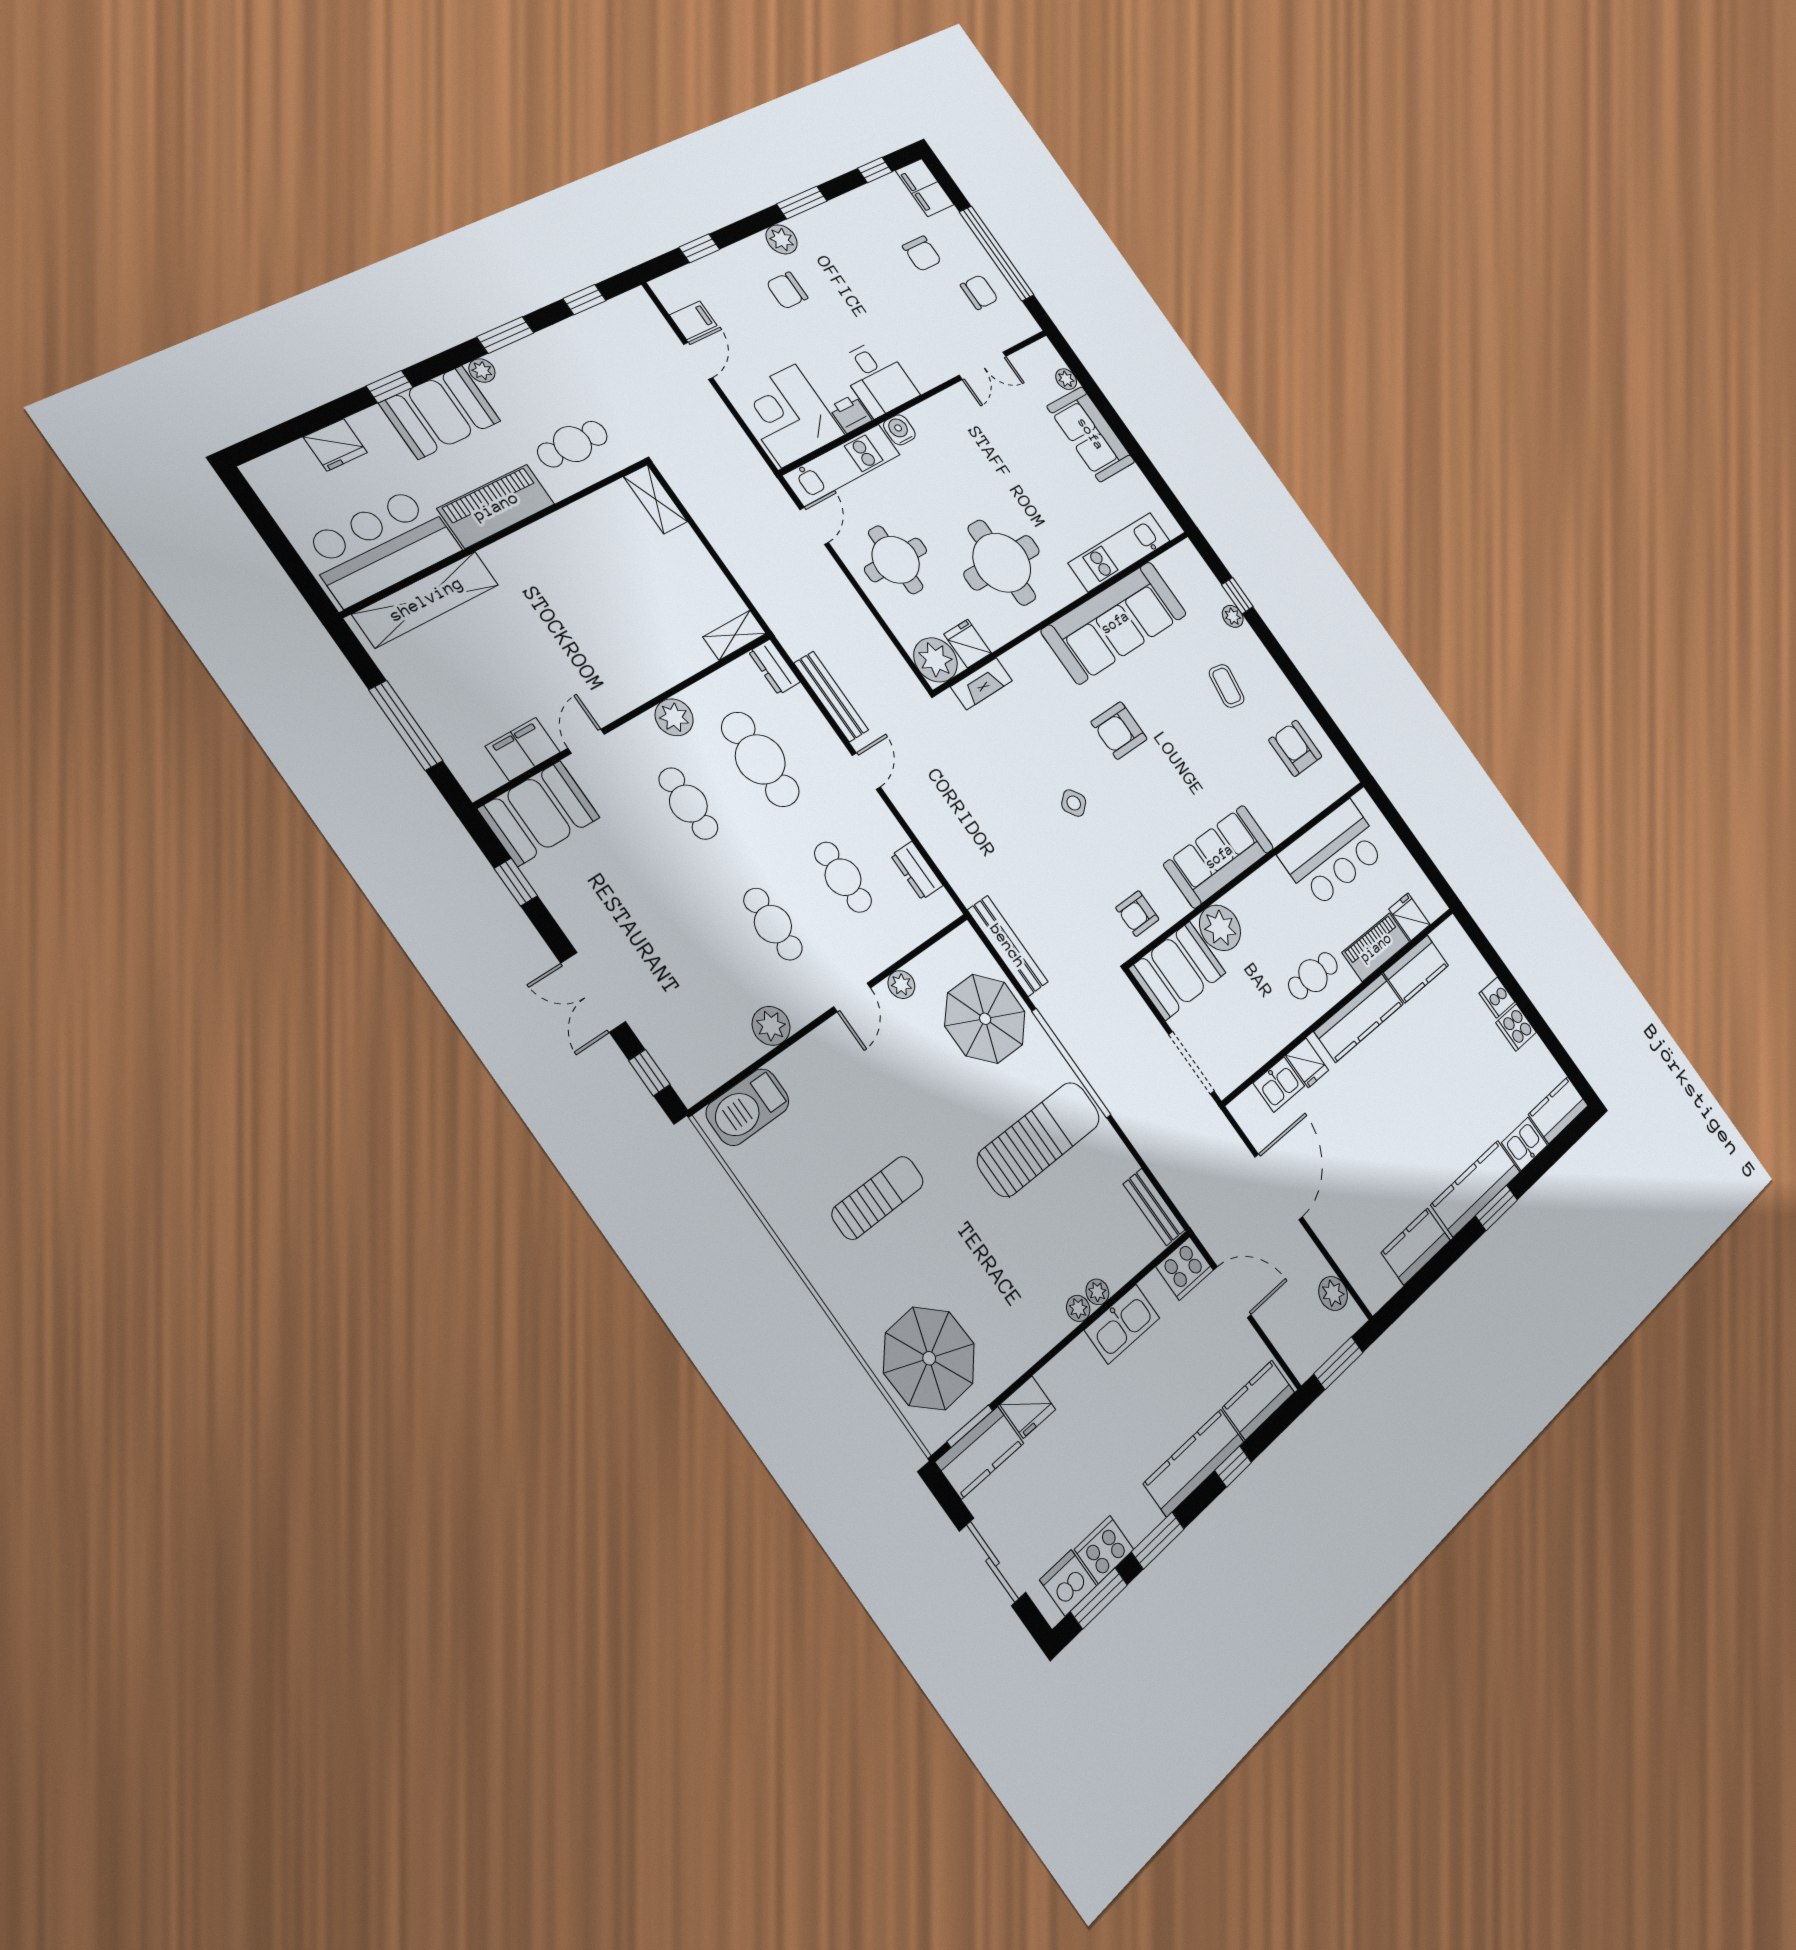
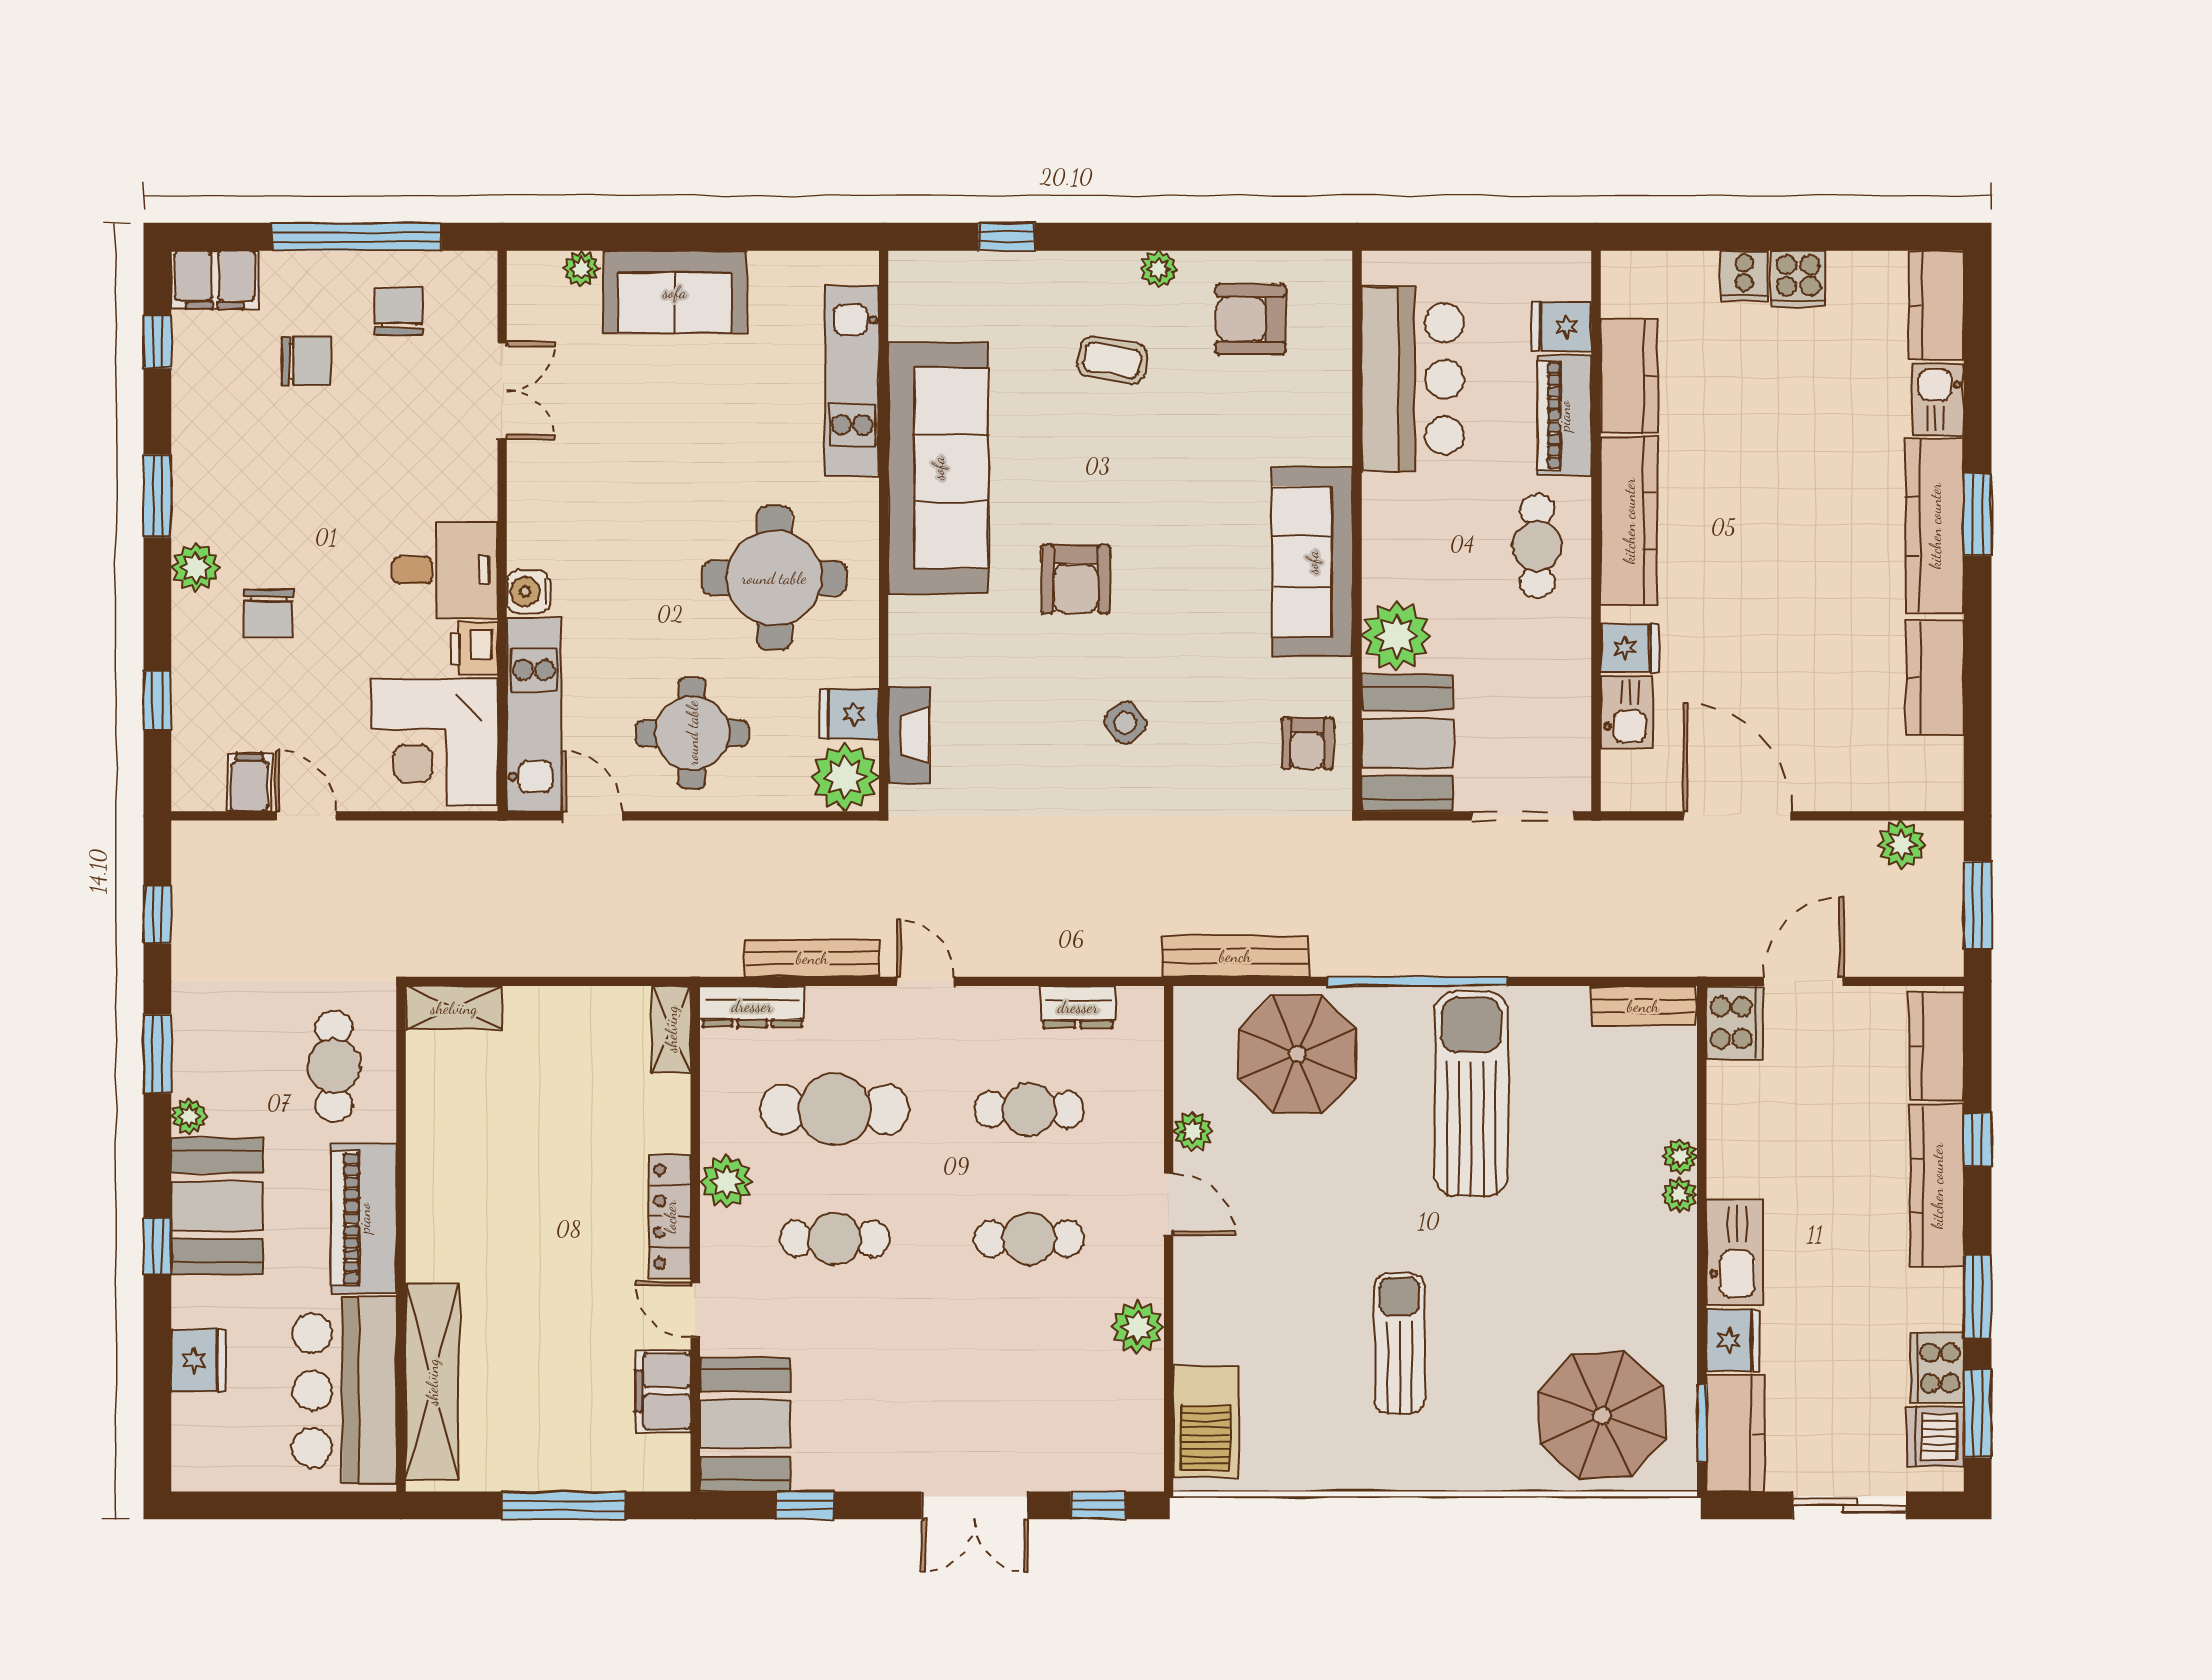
plant: (1233, 616) -> (1159, 269), moved
dresser: (774, 667) -> (752, 1006), width x1.44
locker: (630, 694) -> (670, 1217), added
kitchen sink: (1122, 1324) -> (1734, 1253), moved

